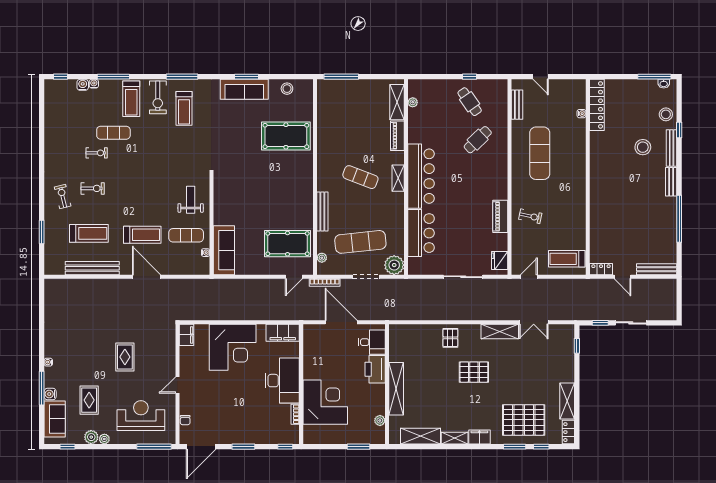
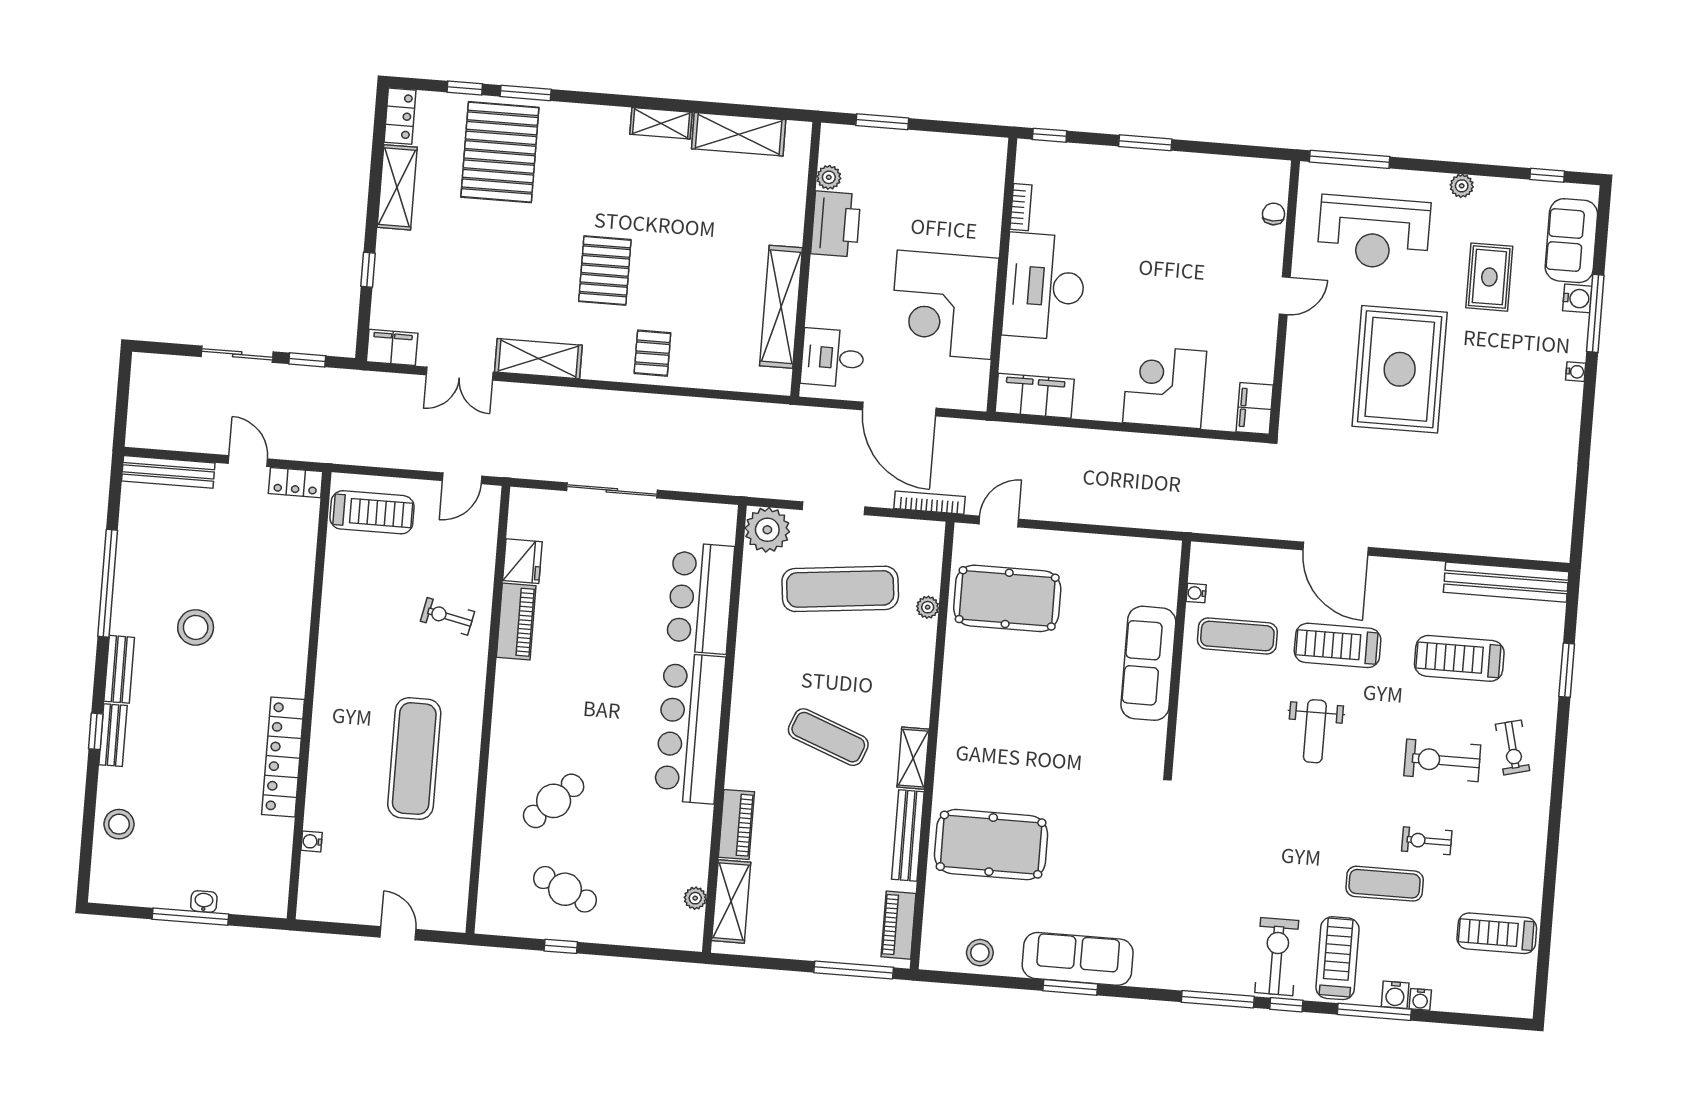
window: (60, 77) -> (1286, 1005), moved
window: (654, 77) -> (190, 917), moved
washbasin: (664, 84) -> (204, 901), moved
water cooler: (83, 85) -> (1395, 995), moved
piano: (323, 98) -> (898, 925), added
cafe table: (470, 102) -> (565, 889), turned -30
bench: (517, 105) -> (457, 874), removed
locker: (597, 105) -> (283, 757), moved
treadmill: (184, 108) -> (1497, 933), moved, turned -90
window: (679, 130) -> (96, 731), moved
stool: (643, 147) -> (196, 627), moved
bench: (672, 148) -> (113, 735), width x0.73
shelving: (398, 178) -> (913, 758), moved
exercise bike: (93, 188) -> (1442, 760), width x1.38, depth x1.39
weight bench: (191, 200) -> (1315, 731), moved
bench: (322, 211) -> (908, 836), moved
sofa: (224, 250) -> (1148, 663), moved
plant: (322, 258) -> (928, 607), moved
fridge: (500, 261) -> (522, 561), moved
bench: (92, 268) -> (1506, 582), moved
double door: (534, 322) -> (460, 374), swing flipped
window: (577, 346) -> (368, 270), moved
corner desk: (233, 347) -> (1165, 387), width x0.74, depth x0.74
rug: (125, 357) -> (1400, 369), width x1.86, depth x2.06
printer: (375, 369) -> (836, 224), moved
pallet: (474, 372) -> (605, 271), turned 90
shelving: (396, 389) -> (781, 307), moved
corner desk: (325, 402) -> (944, 305), moved
pallet: (524, 420) -> (500, 152), turned 90
plant: (91, 437) -> (1491, 192), removed
filing cabinet: (479, 437) -> (392, 347), moved, turned 180
door: (201, 447) -> (1242, 151), removed

